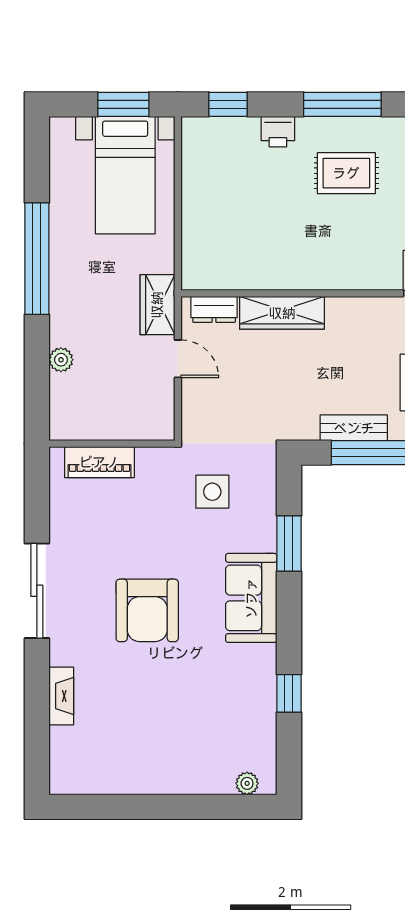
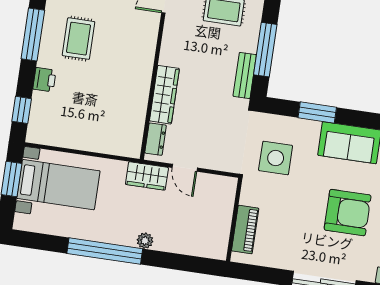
door: (178, 359) -> (185, 168), swing flipped
plant: (61, 360) -> (145, 241), moved
bench: (354, 428) -> (245, 75), moved
side table: (212, 492) -> (276, 158), width x1.37, depth x1.37

